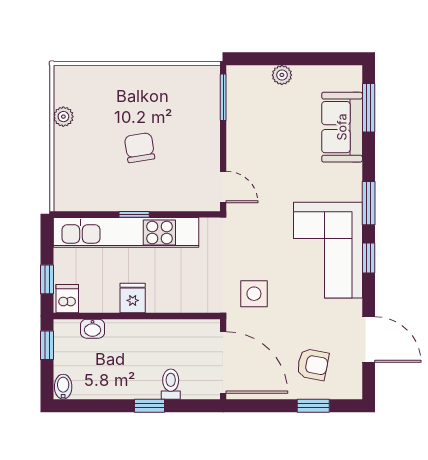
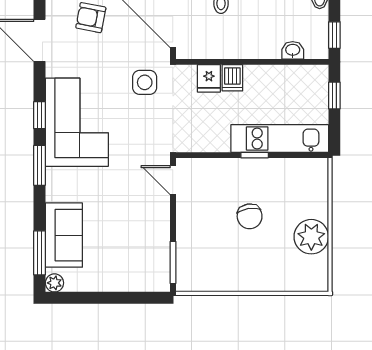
plant: (282, 75) -> (54, 283), moved
plant: (63, 117) -> (311, 237), width x1.88, depth x1.88
kitchen unit: (126, 232) -> (280, 139), width x0.73
fridge: (133, 298) -> (209, 78), moved
dishwasher: (67, 299) -> (232, 78), moved

